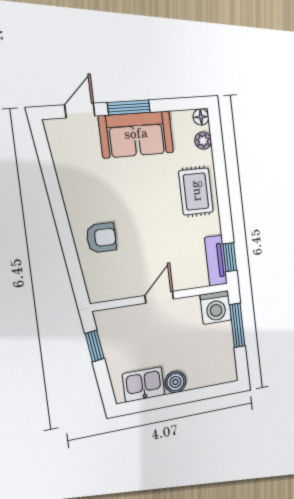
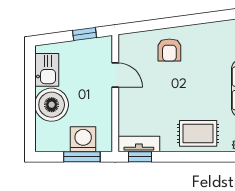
door: (159, 297) -> (115, 75), moved
washing machine: (216, 307) -> (83, 139), moved, turned 90
boiler: (175, 382) -> (52, 105), width x1.86, depth x1.86

